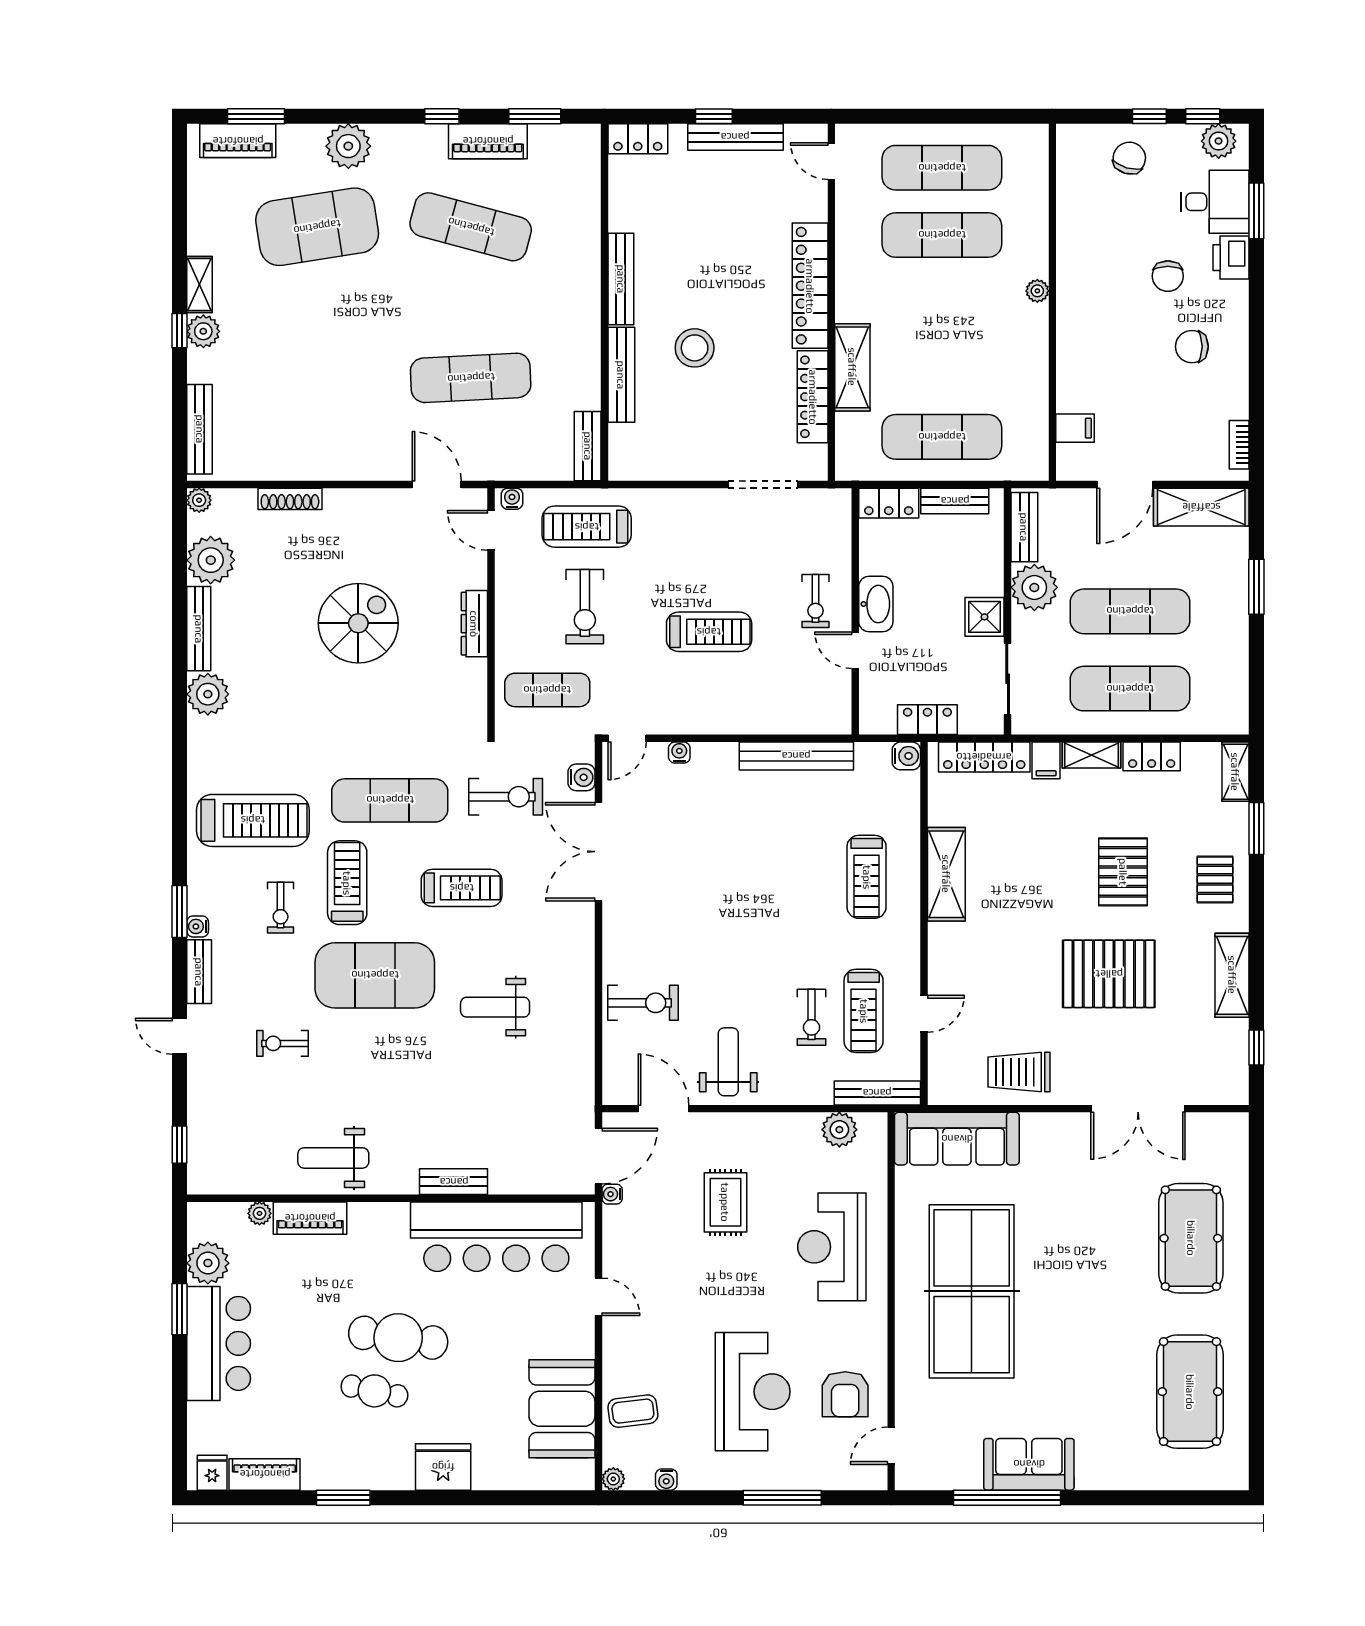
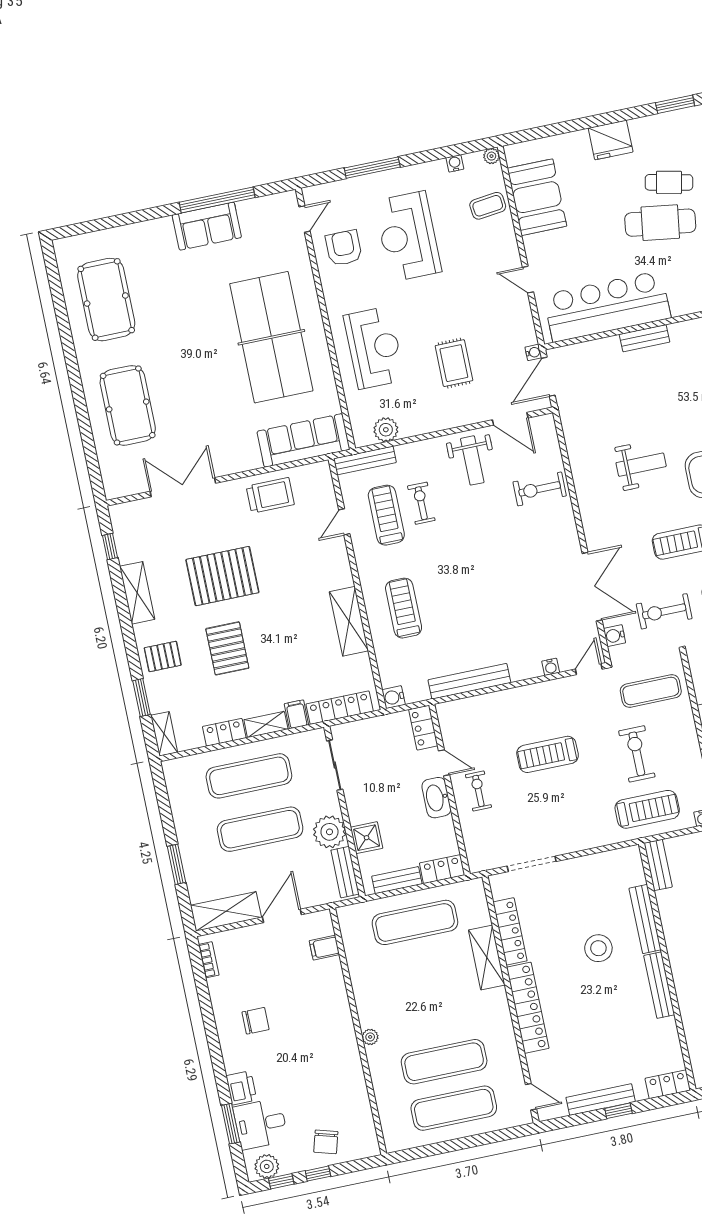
chair: (1168, 276) -> (282, 1066), removed
shower: (985, 617) -> (367, 838), moved
locker: (927, 720) -> (423, 728), moved, turned 90
pallet: (1215, 879) -> (163, 656), turned 90

